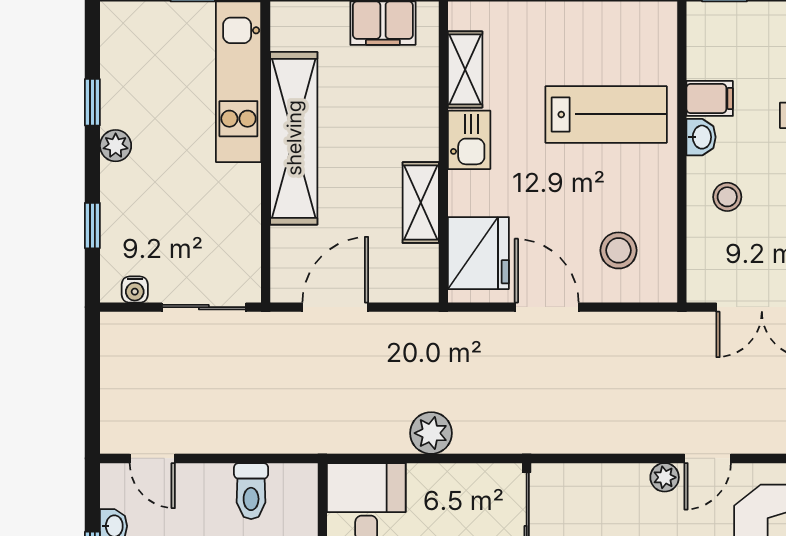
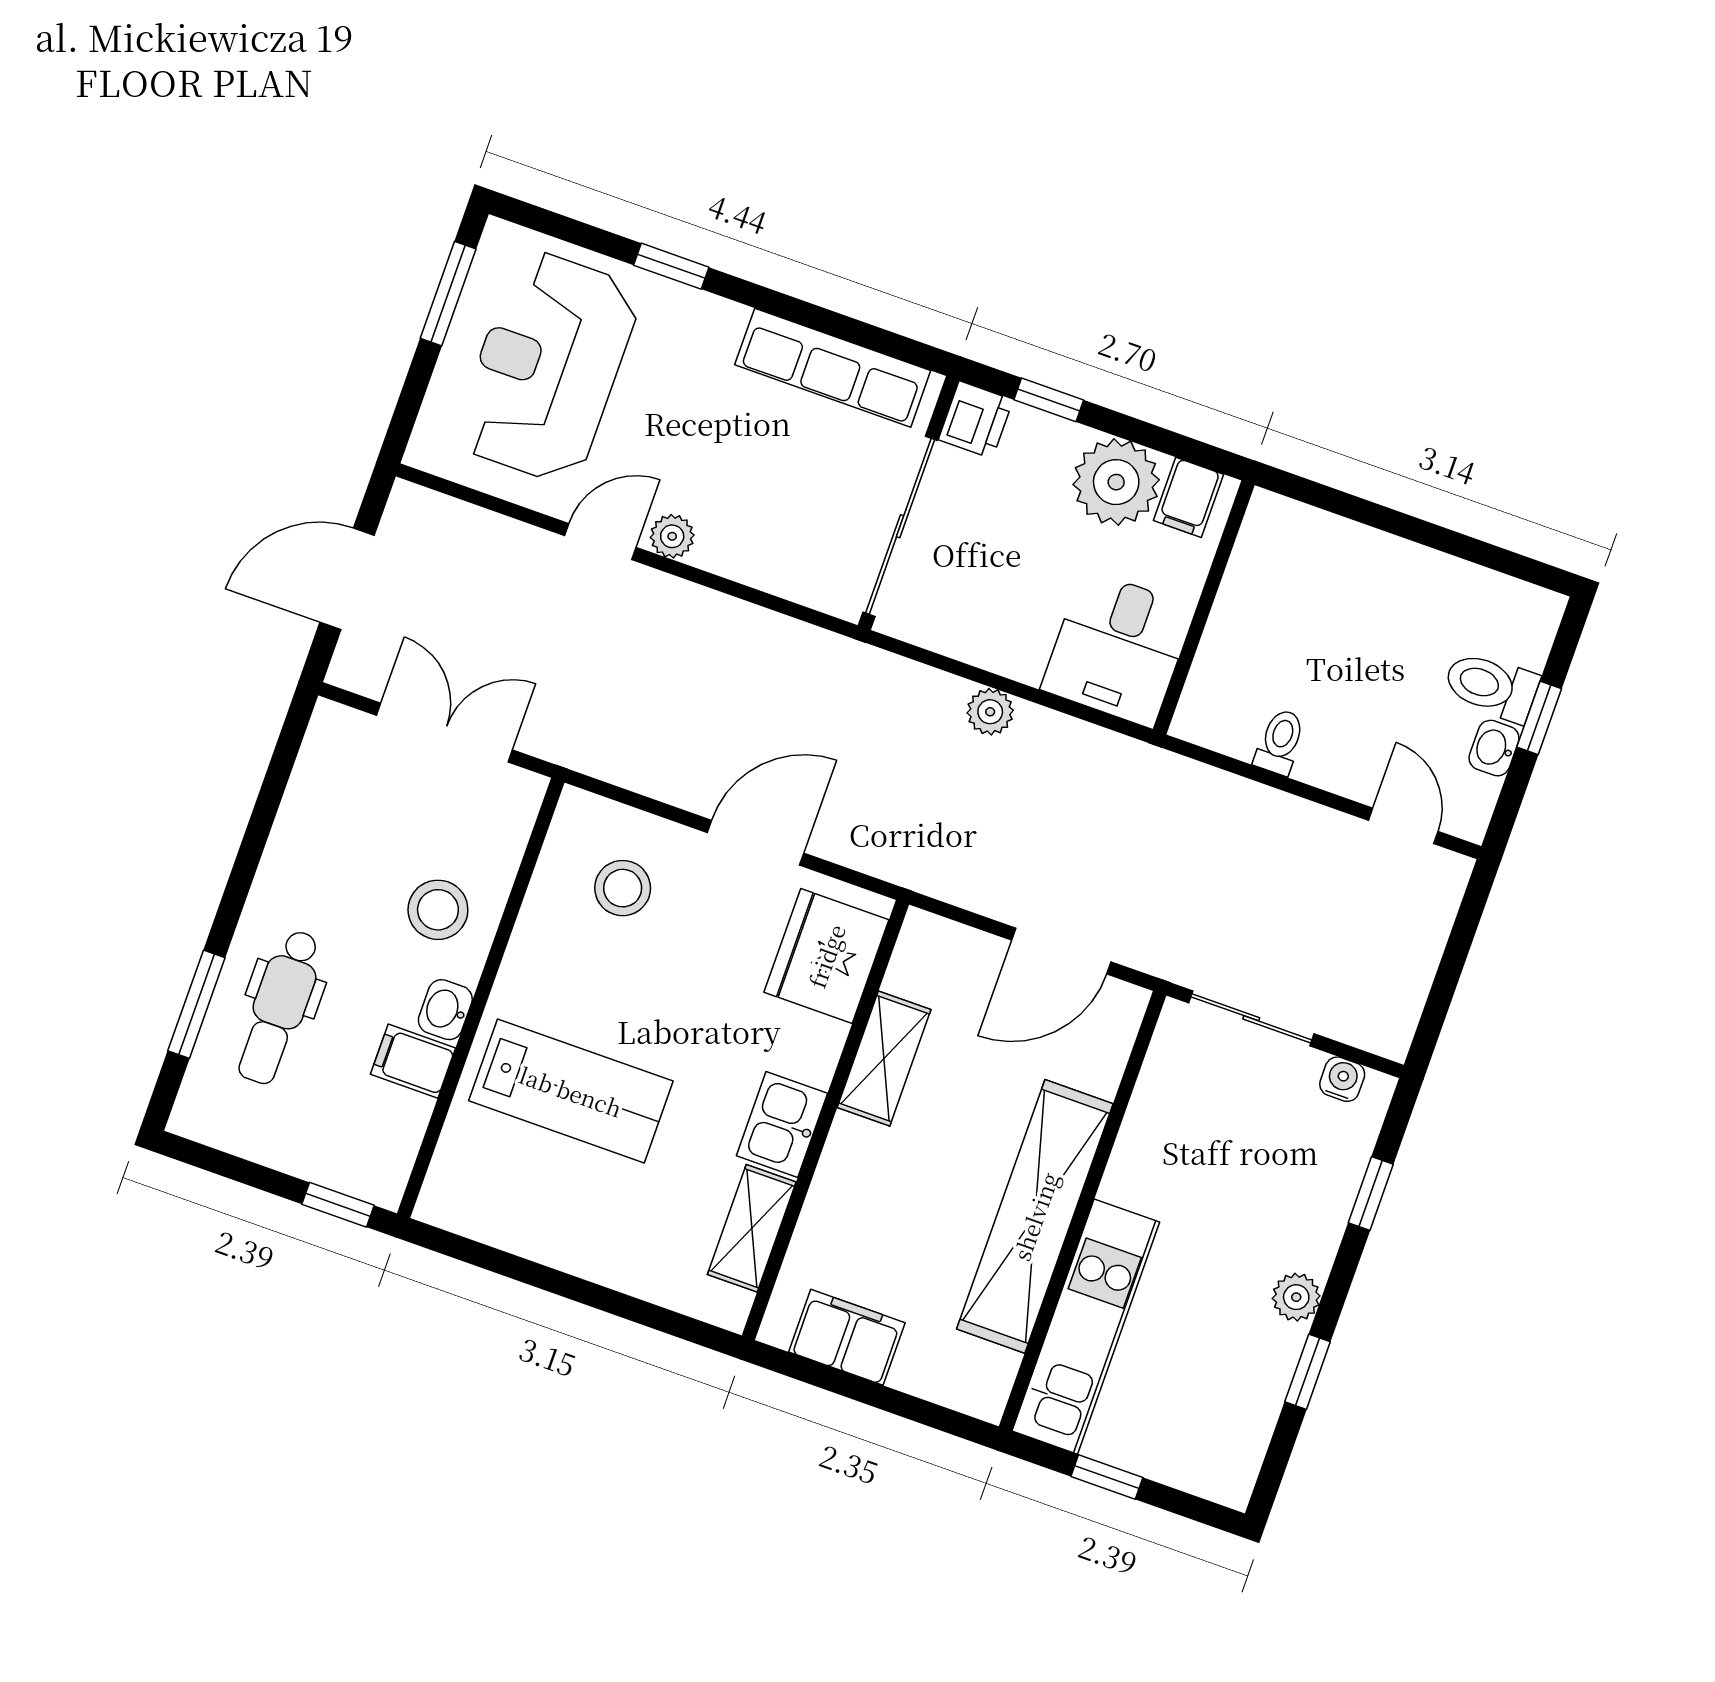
lab bench: (606, 114) -> (571, 1091), turned 180
stool: (727, 197) -> (438, 910), width x1.37, depth x1.37
door: (547, 307) -> (756, 843), swing flipped
plant: (431, 433) -> (990, 712), width x0.73, depth x0.73
toilet: (251, 491) -> (1280, 742), width x0.73, depth x0.72

